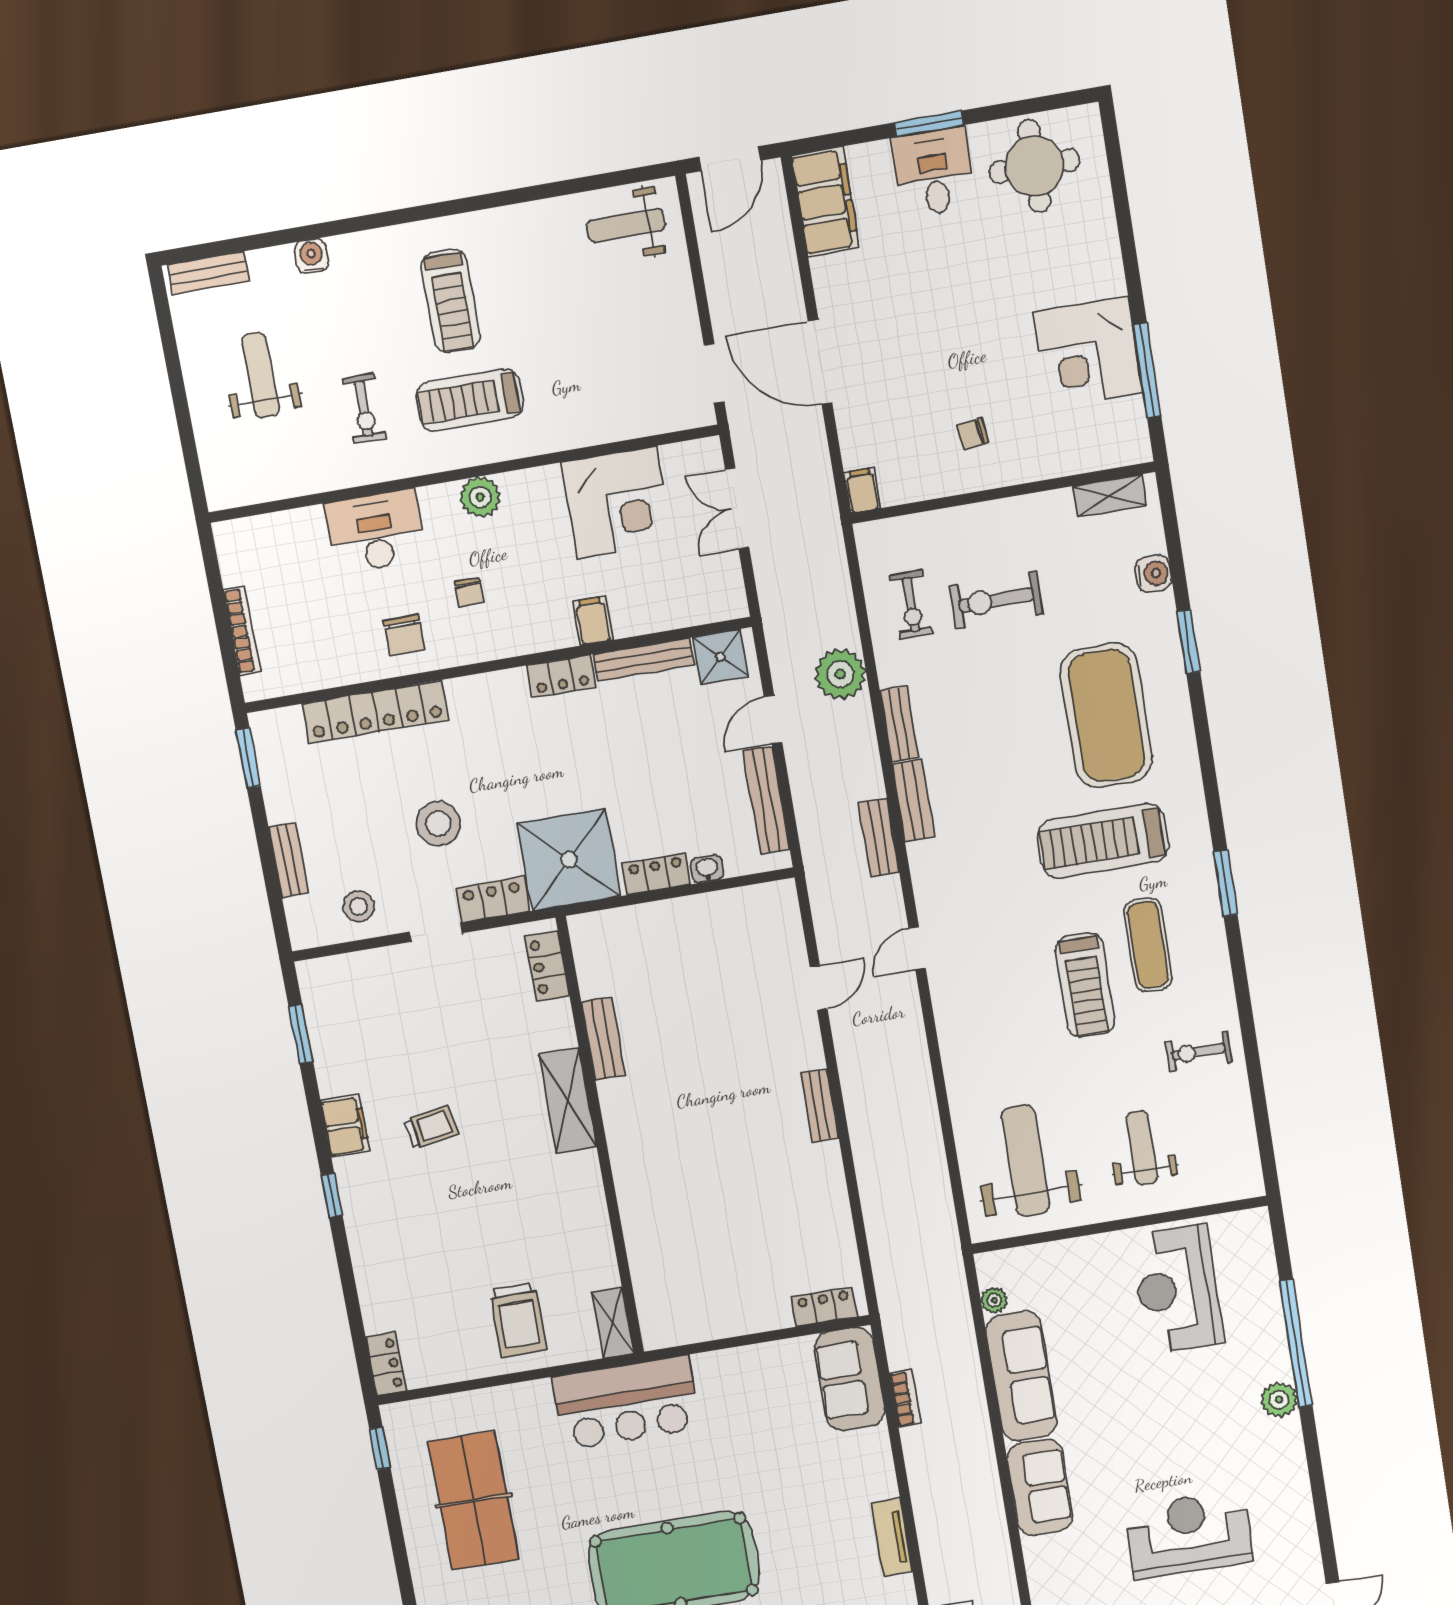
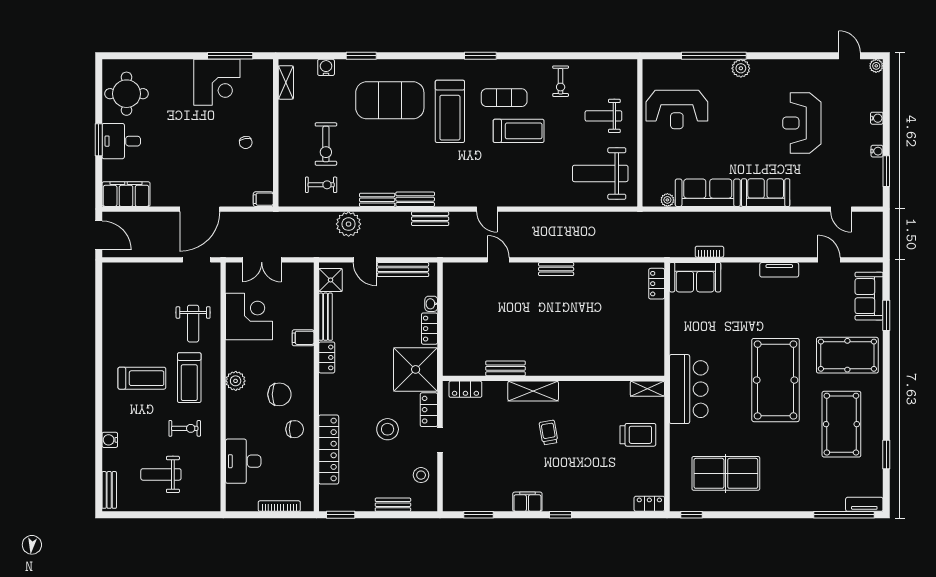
weight bench: (626, 225) -> (193, 324), moved
desk: (376, 532) -> (243, 461), moved
chair: (469, 592) -> (279, 394), width x1.87, depth x1.87
trolley: (431, 1127) -> (549, 432), moved

